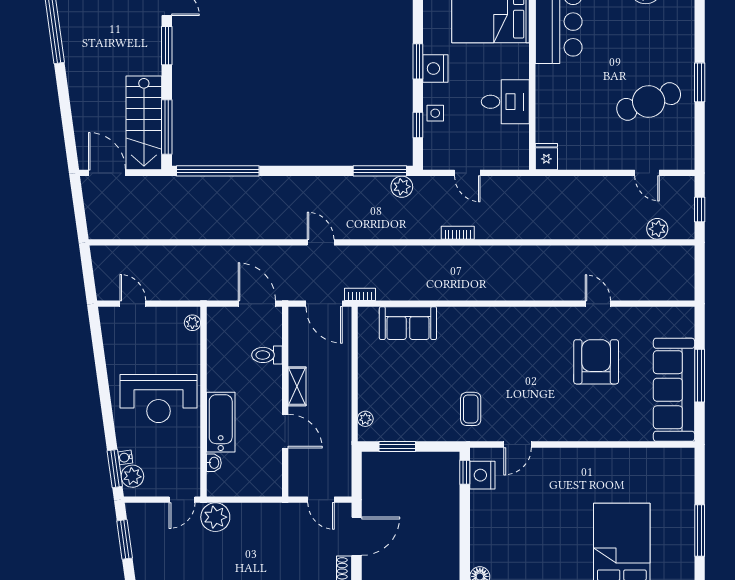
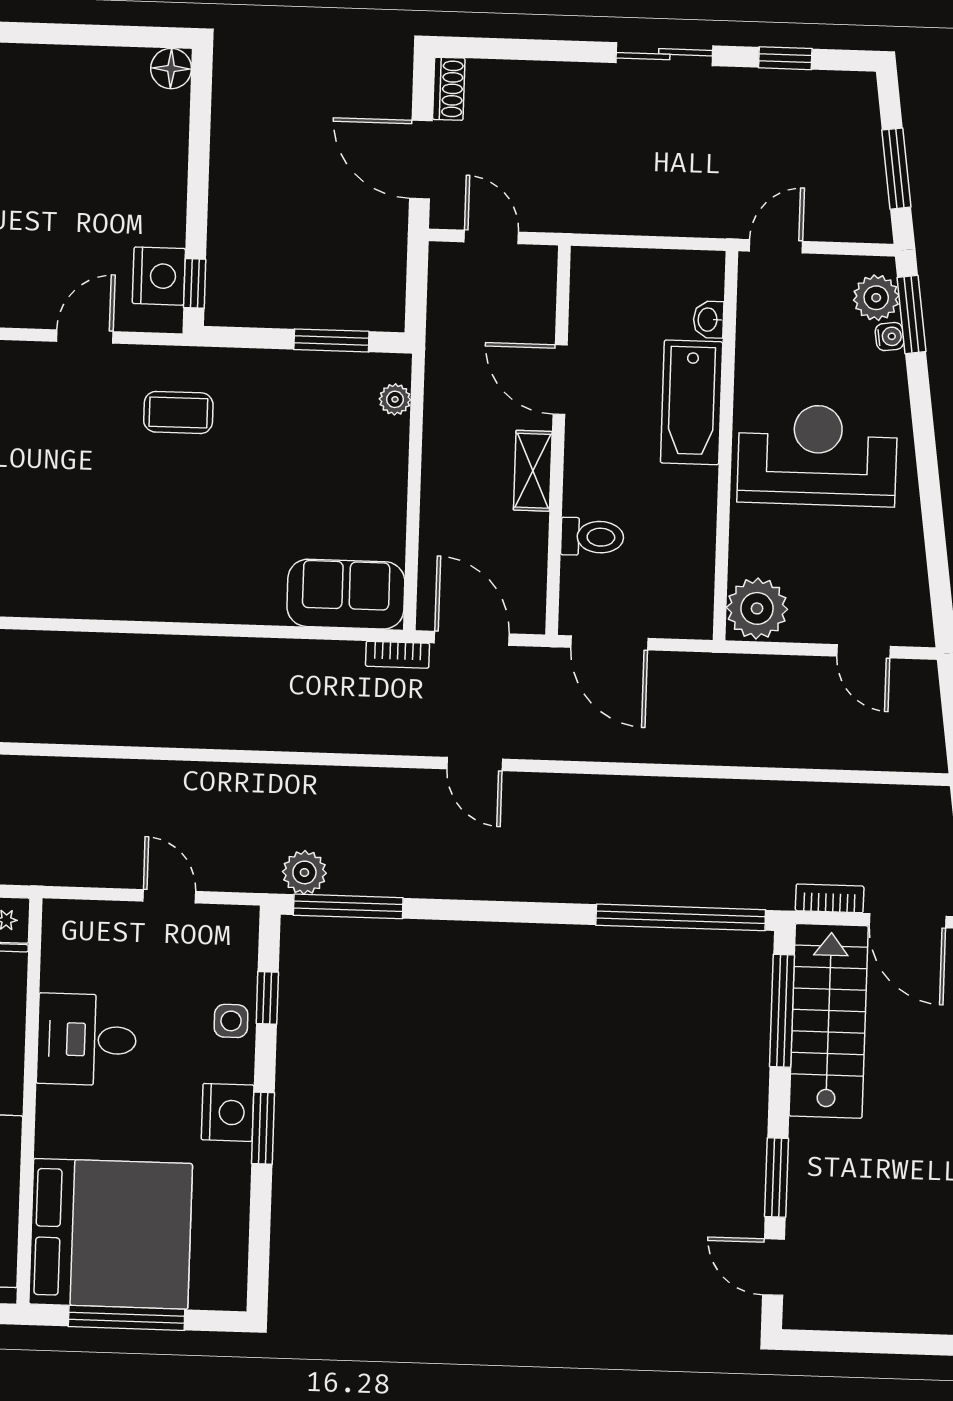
bookcase: (458, 233) -> (830, 898), moved, turned 180
plant: (192, 323) -> (757, 608), width x1.88, depth x1.88
sofa: (408, 323) -> (346, 594), moved
coffee table: (471, 409) -> (178, 412), turned 90
plant: (215, 517) -> (709, 208), removed
door: (357, 536) -> (421, 160), hinge flipped

